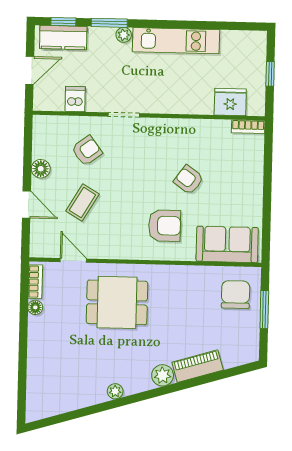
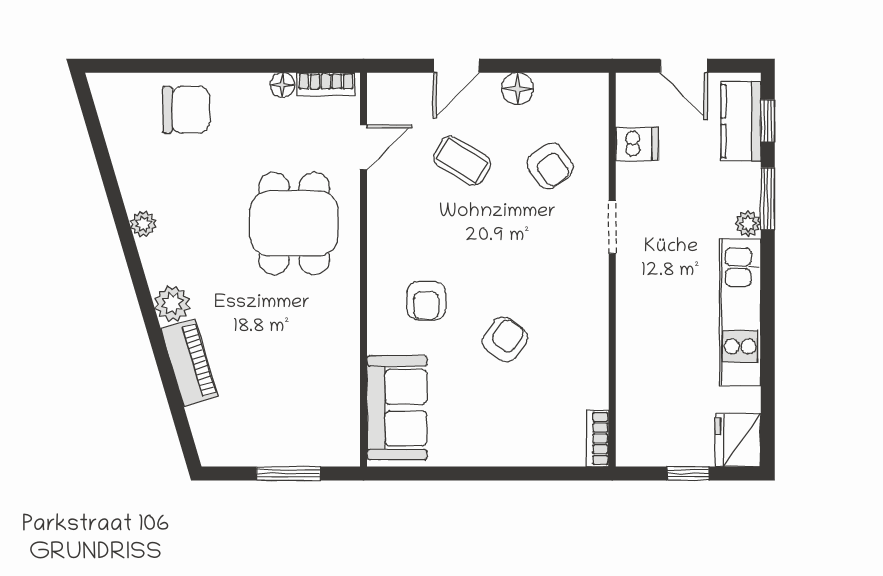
fridge: (230, 102) -> (738, 440), moved, turned 180
armchair: (165, 226) -> (426, 301), width x0.72, depth x0.72
chair: (236, 295) -> (186, 110), moved

